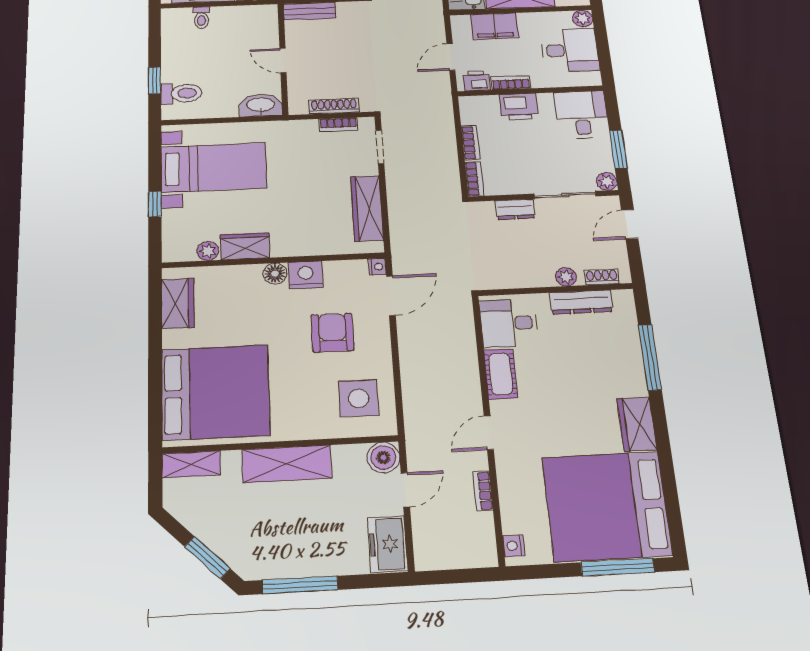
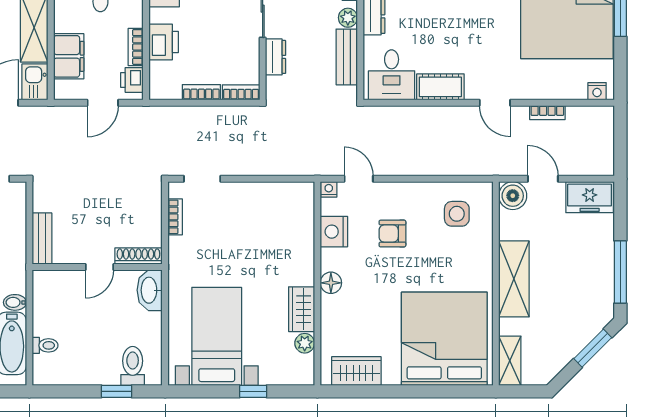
door: (451, 57) -> (103, 103), hinge flipped
shoe rack: (334, 106) -> (138, 256), moved, turned 90
wardrobe: (367, 208) -> (268, 195), removed
nightstand: (306, 275) -> (334, 232), moved
bench: (523, 278) -> (347, 57), added
door: (391, 296) -> (359, 179), width x0.73
armchair: (332, 333) -> (392, 234), width x0.72, depth x0.72
side table: (359, 398) -> (457, 214), width x0.73, depth x0.73

